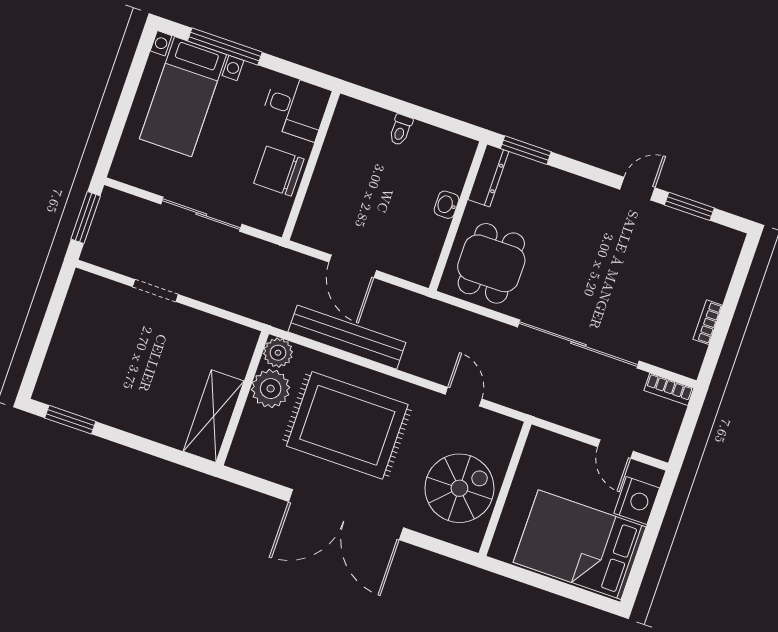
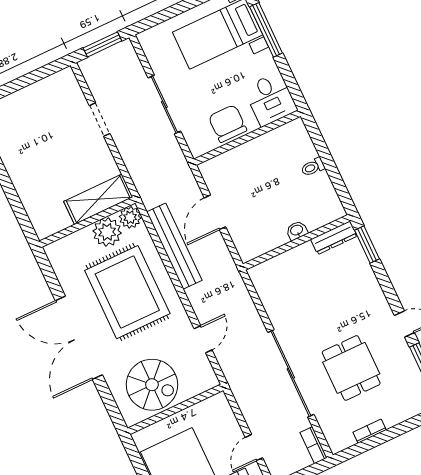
dining table: (491, 263) -> (351, 368), moved, turned 90
shelving: (214, 416) -> (98, 199), moved

